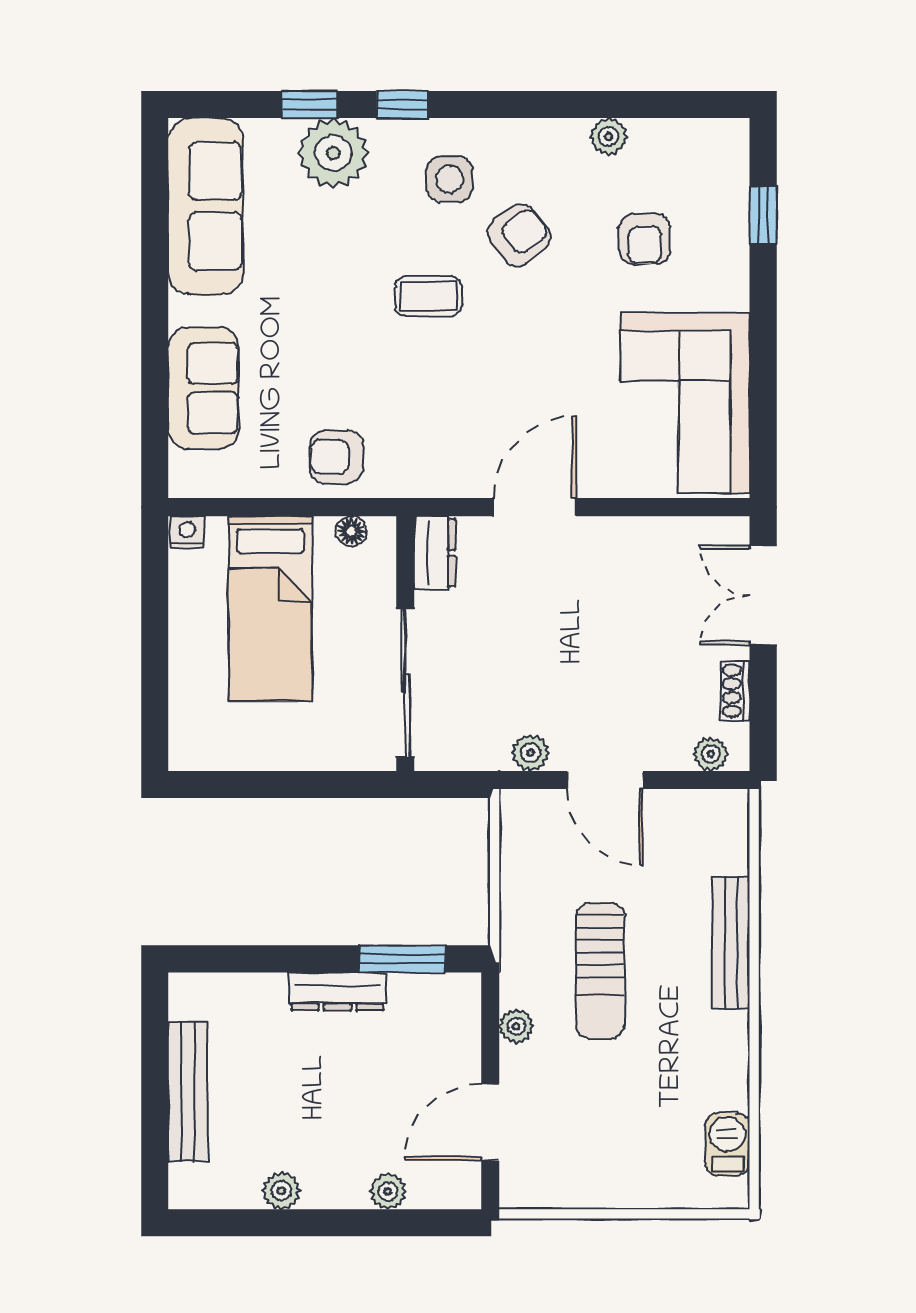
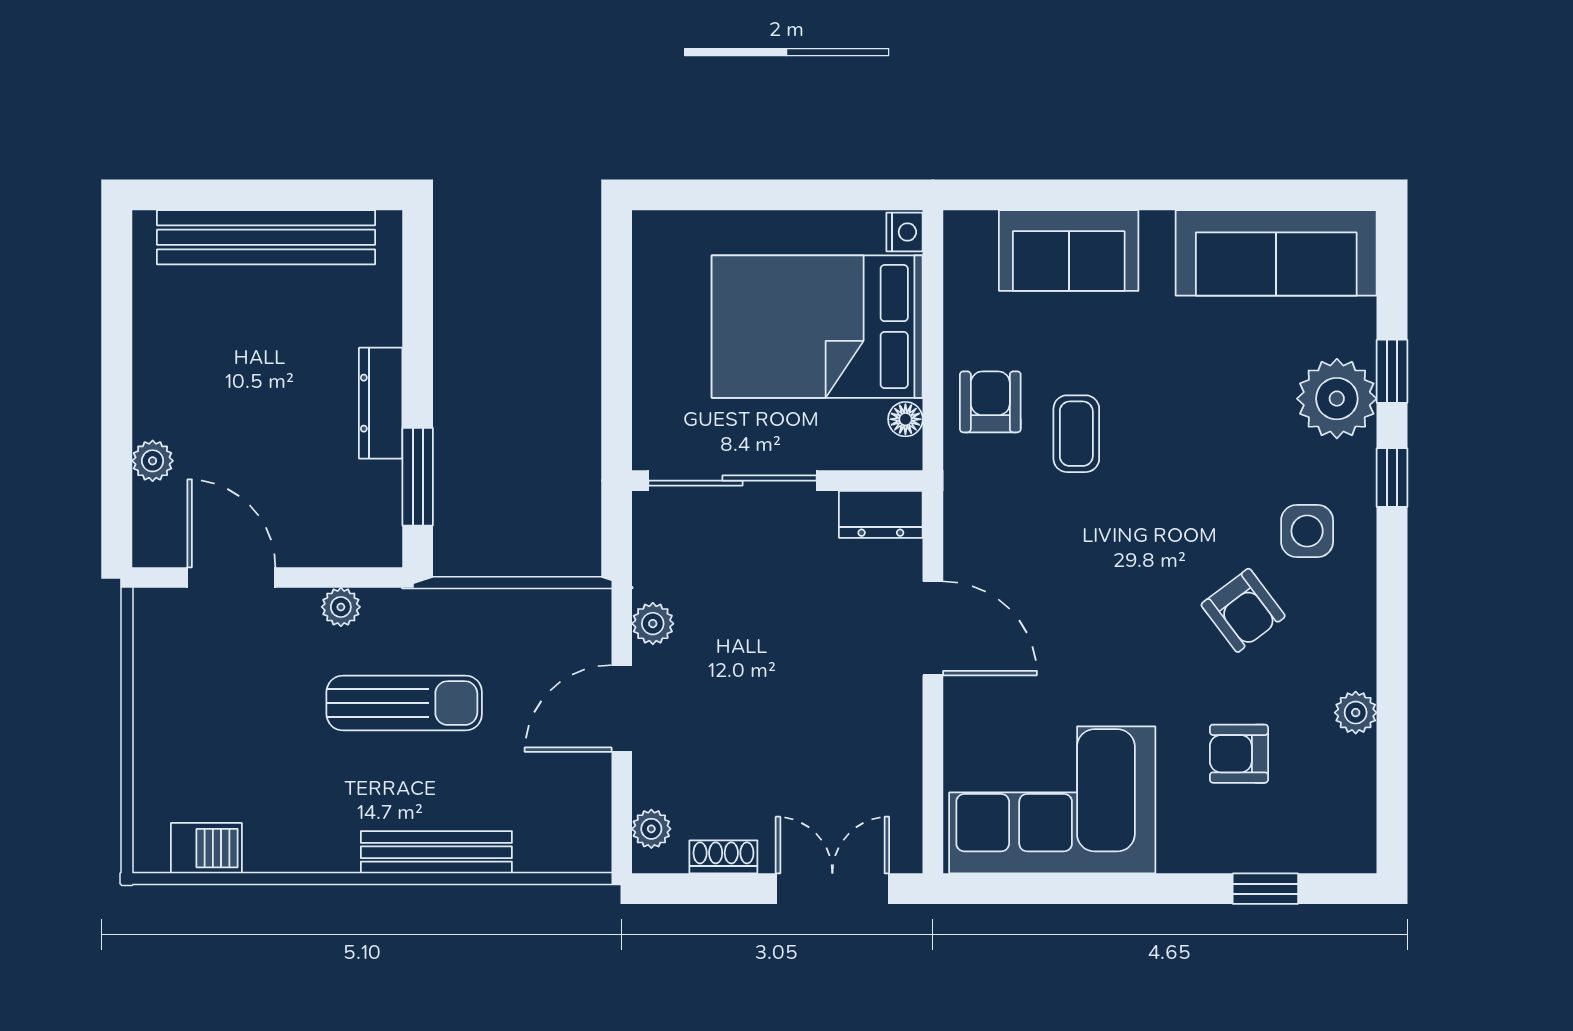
coffee table: (428, 296) -> (1076, 434), moved
bed: (270, 609) -> (817, 327), width x1.50
sun lounger: (600, 971) -> (404, 703), turned 180
bench: (188, 1092) -> (266, 237), width x1.37, depth x1.21
plant: (281, 1191) -> (153, 339), removed

